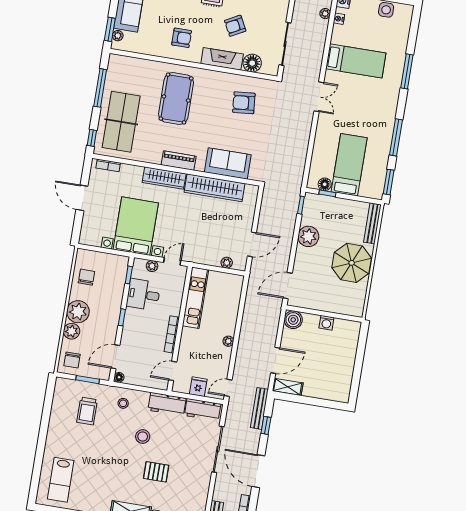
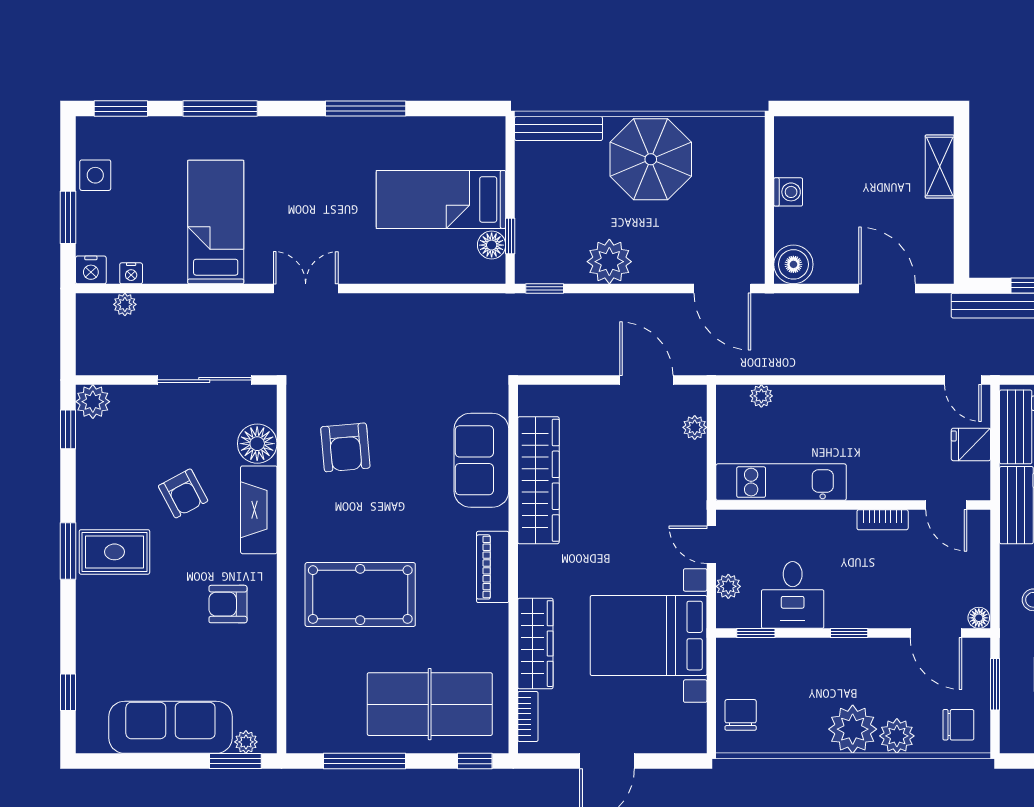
armchair: (182, 38) -> (228, 604), turned -90
wardrobe: (164, 178) -> (535, 644), moved
window: (389, 182) -> (121, 109), moved
chair: (86, 277) -> (741, 715), moved, turned 90
bookcase: (172, 334) -> (883, 520), width x0.64
plant: (228, 341) -> (761, 396), moved
shelving: (288, 387) -> (940, 167), moved

